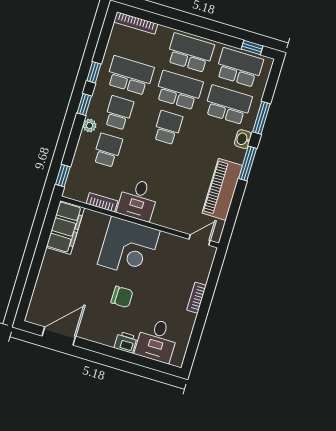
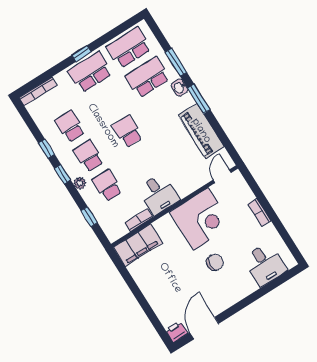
window: (252, 48) -> (81, 53), moved
school desk: (130, 75) -> (70, 126), width x0.54
school desk: (179, 90) -> (109, 102), removed
window: (63, 176) -> (89, 217), moved
filing cabinet: (65, 227) -> (138, 245), moved, turned 90
corner desk: (129, 247) -> (201, 219), moved
printer: (126, 342) -> (176, 332), moved

